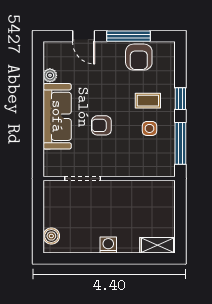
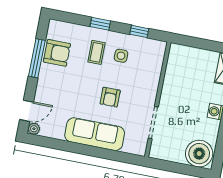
door: (84, 36) -> (27, 111), moved
plant: (50, 75) -> (34, 129), moved
window: (180, 143) -> (139, 31), width x0.46
boiler: (51, 236) -> (199, 154), width x1.86, depth x1.86

